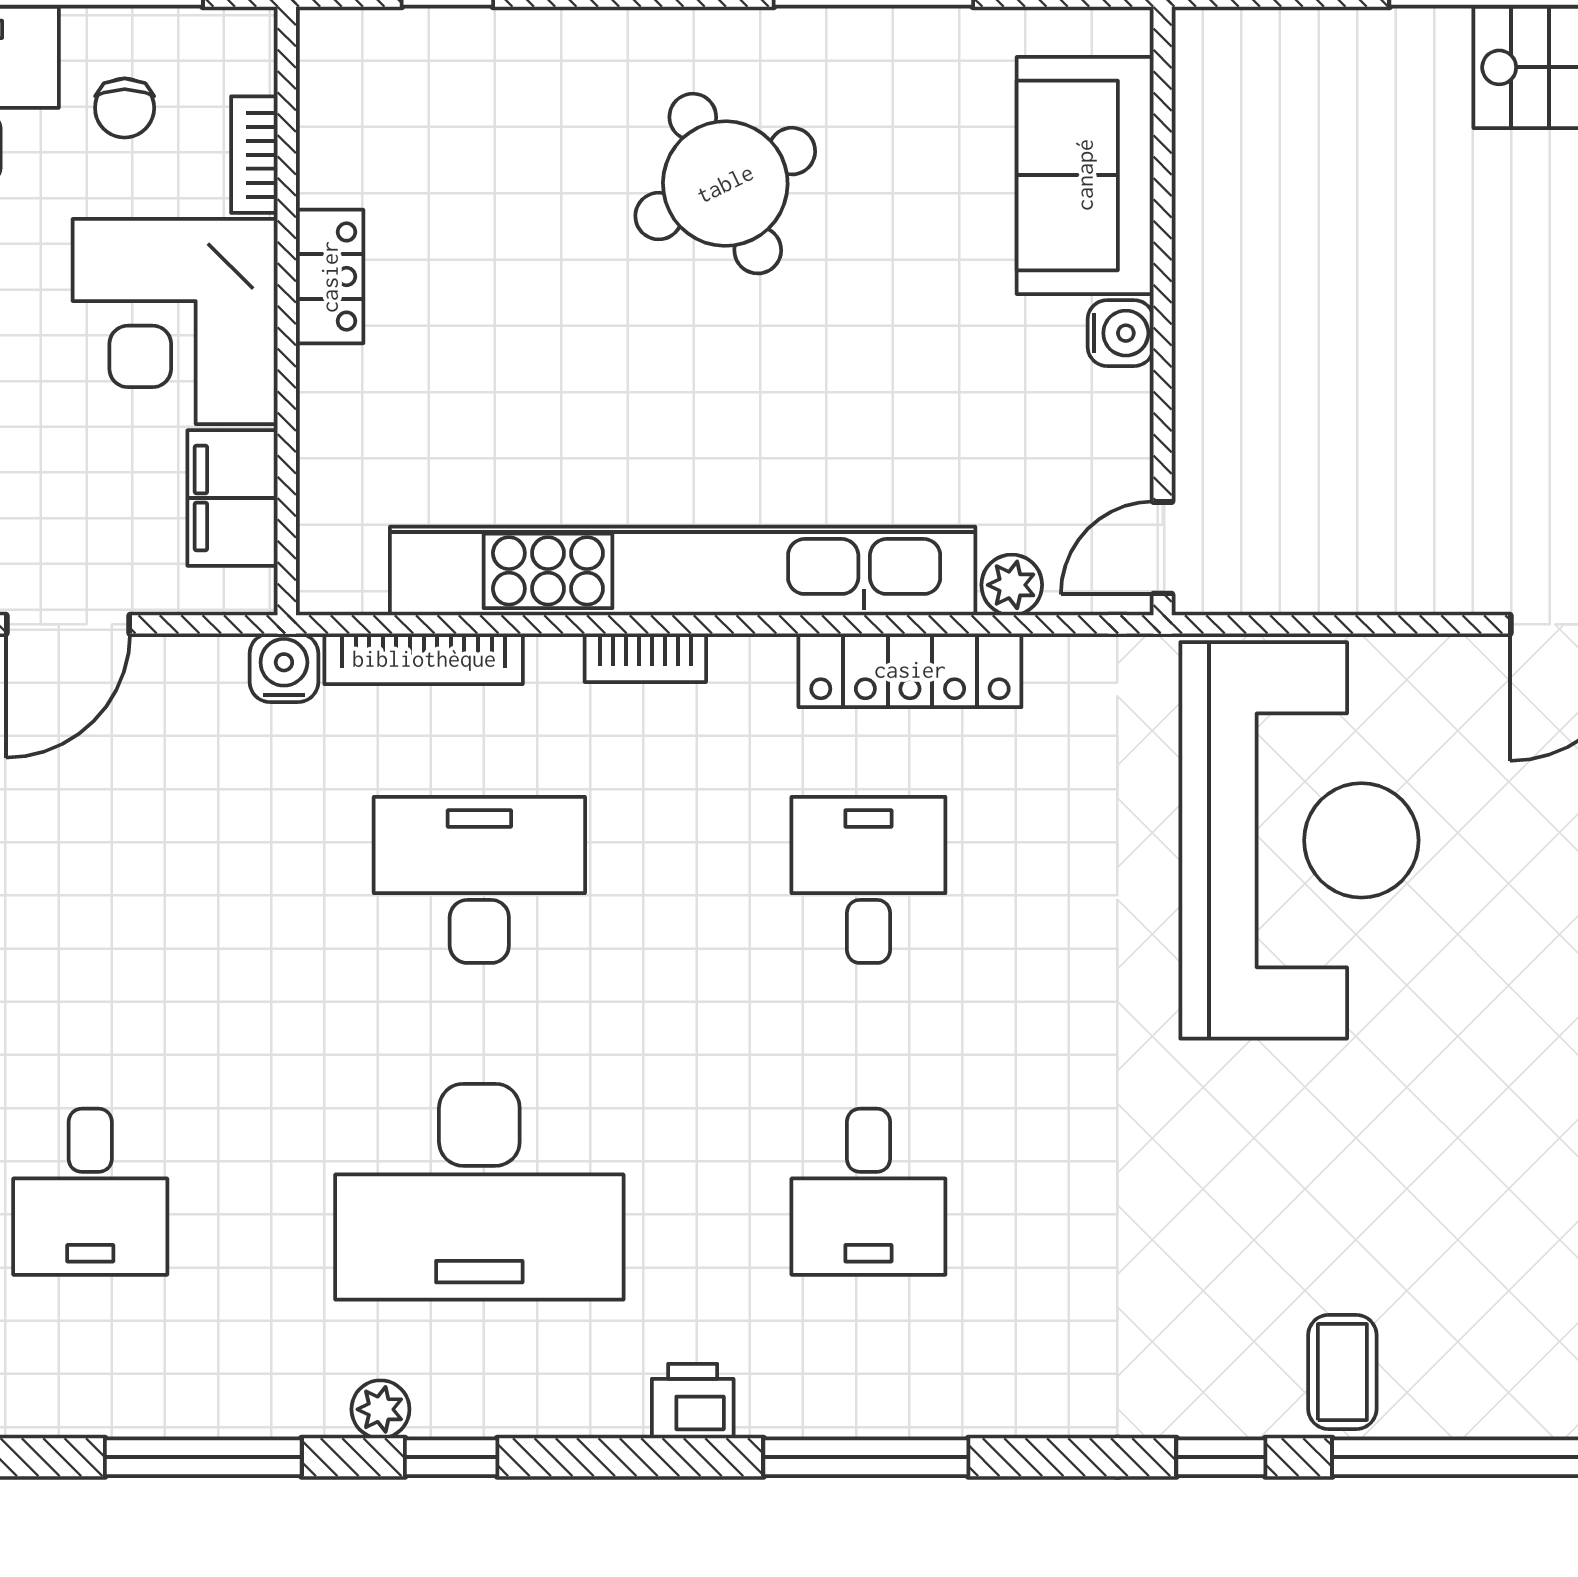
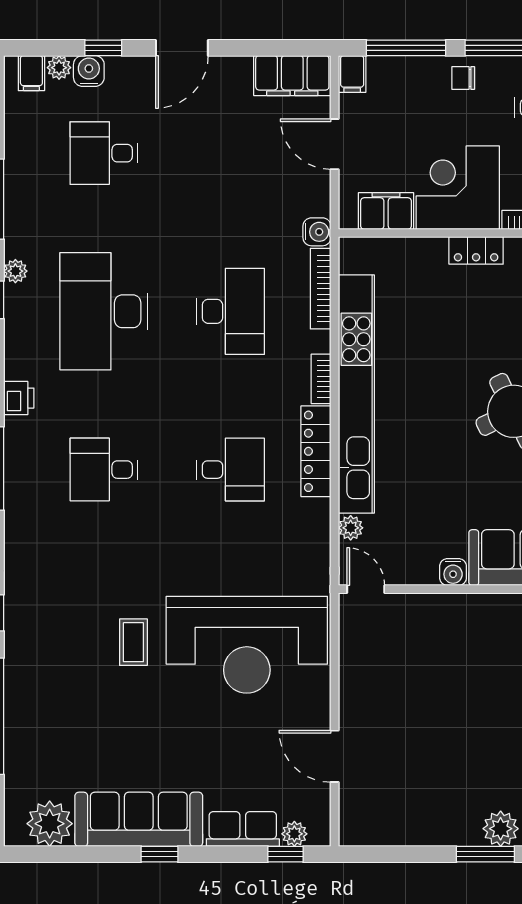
locker: (910, 670) -> (316, 451), moved
coffee table: (1342, 1372) -> (133, 642), moved, turned 90

